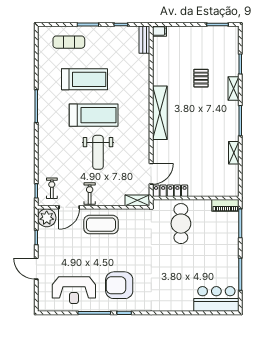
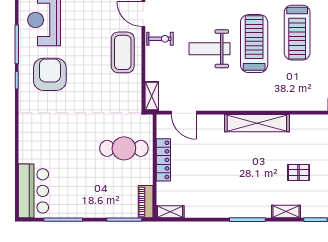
treadmill: (94, 115) -> (254, 44), turned 180
shelving: (234, 153) -> (170, 212), moved
locker: (170, 191) -> (163, 160), moved

